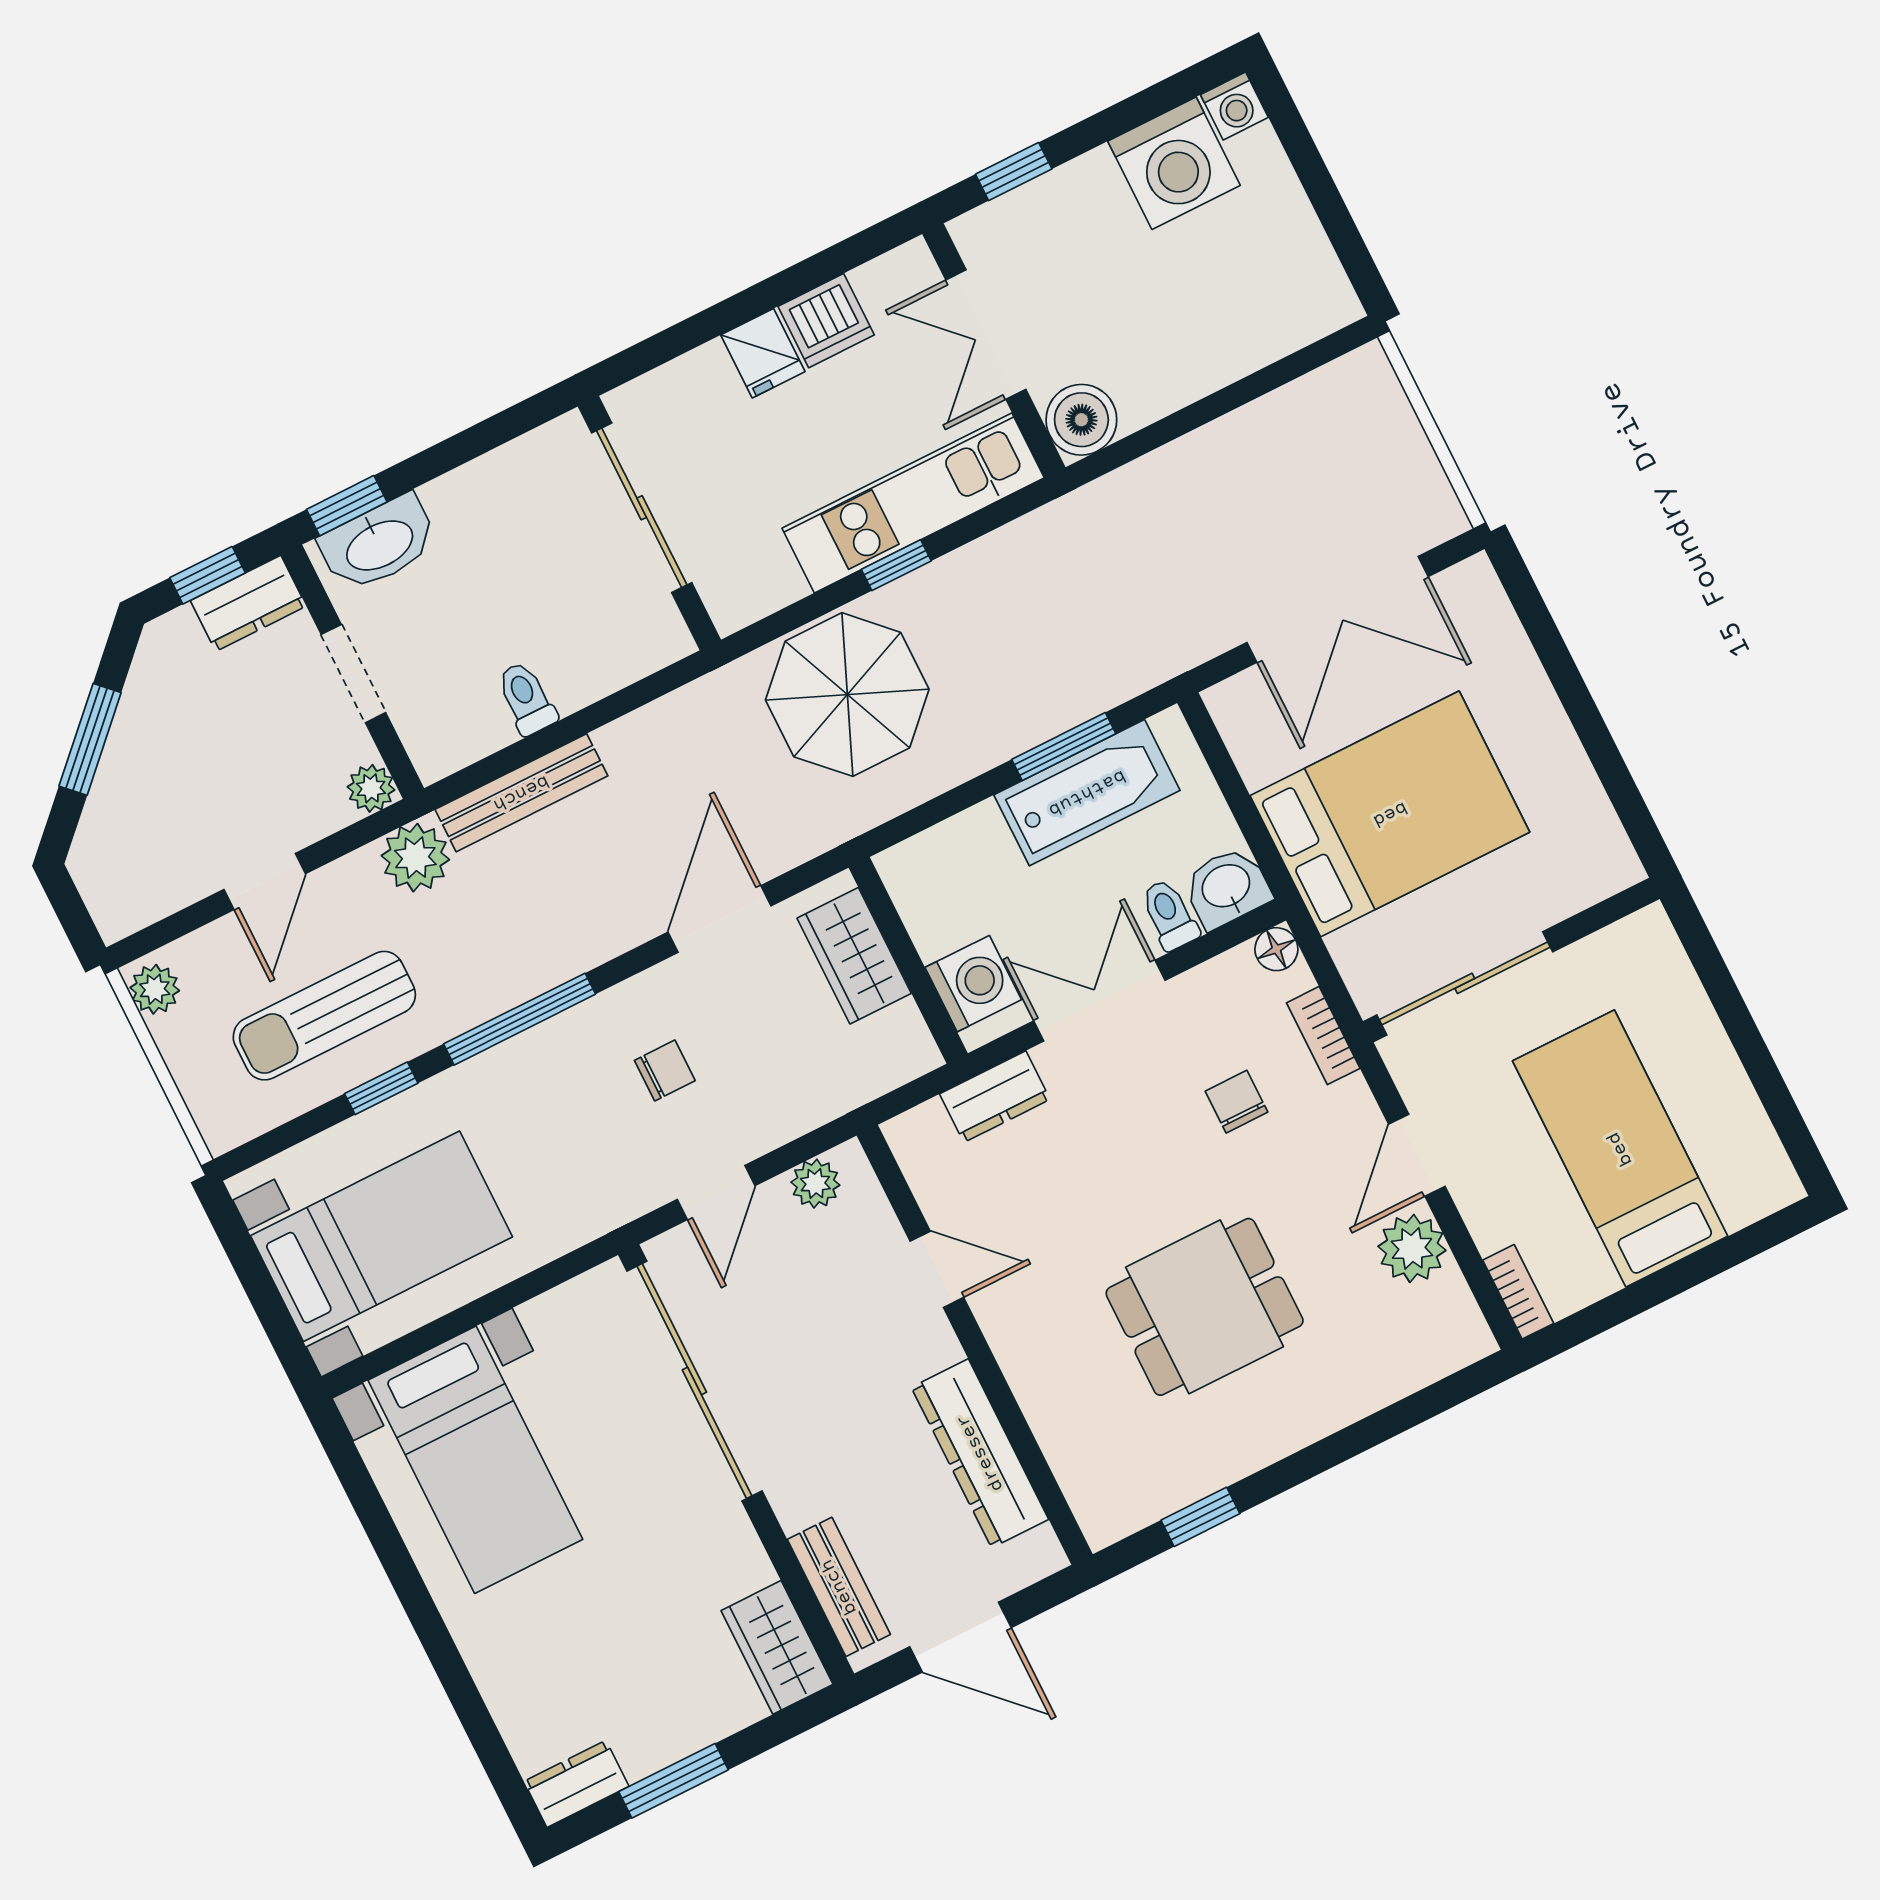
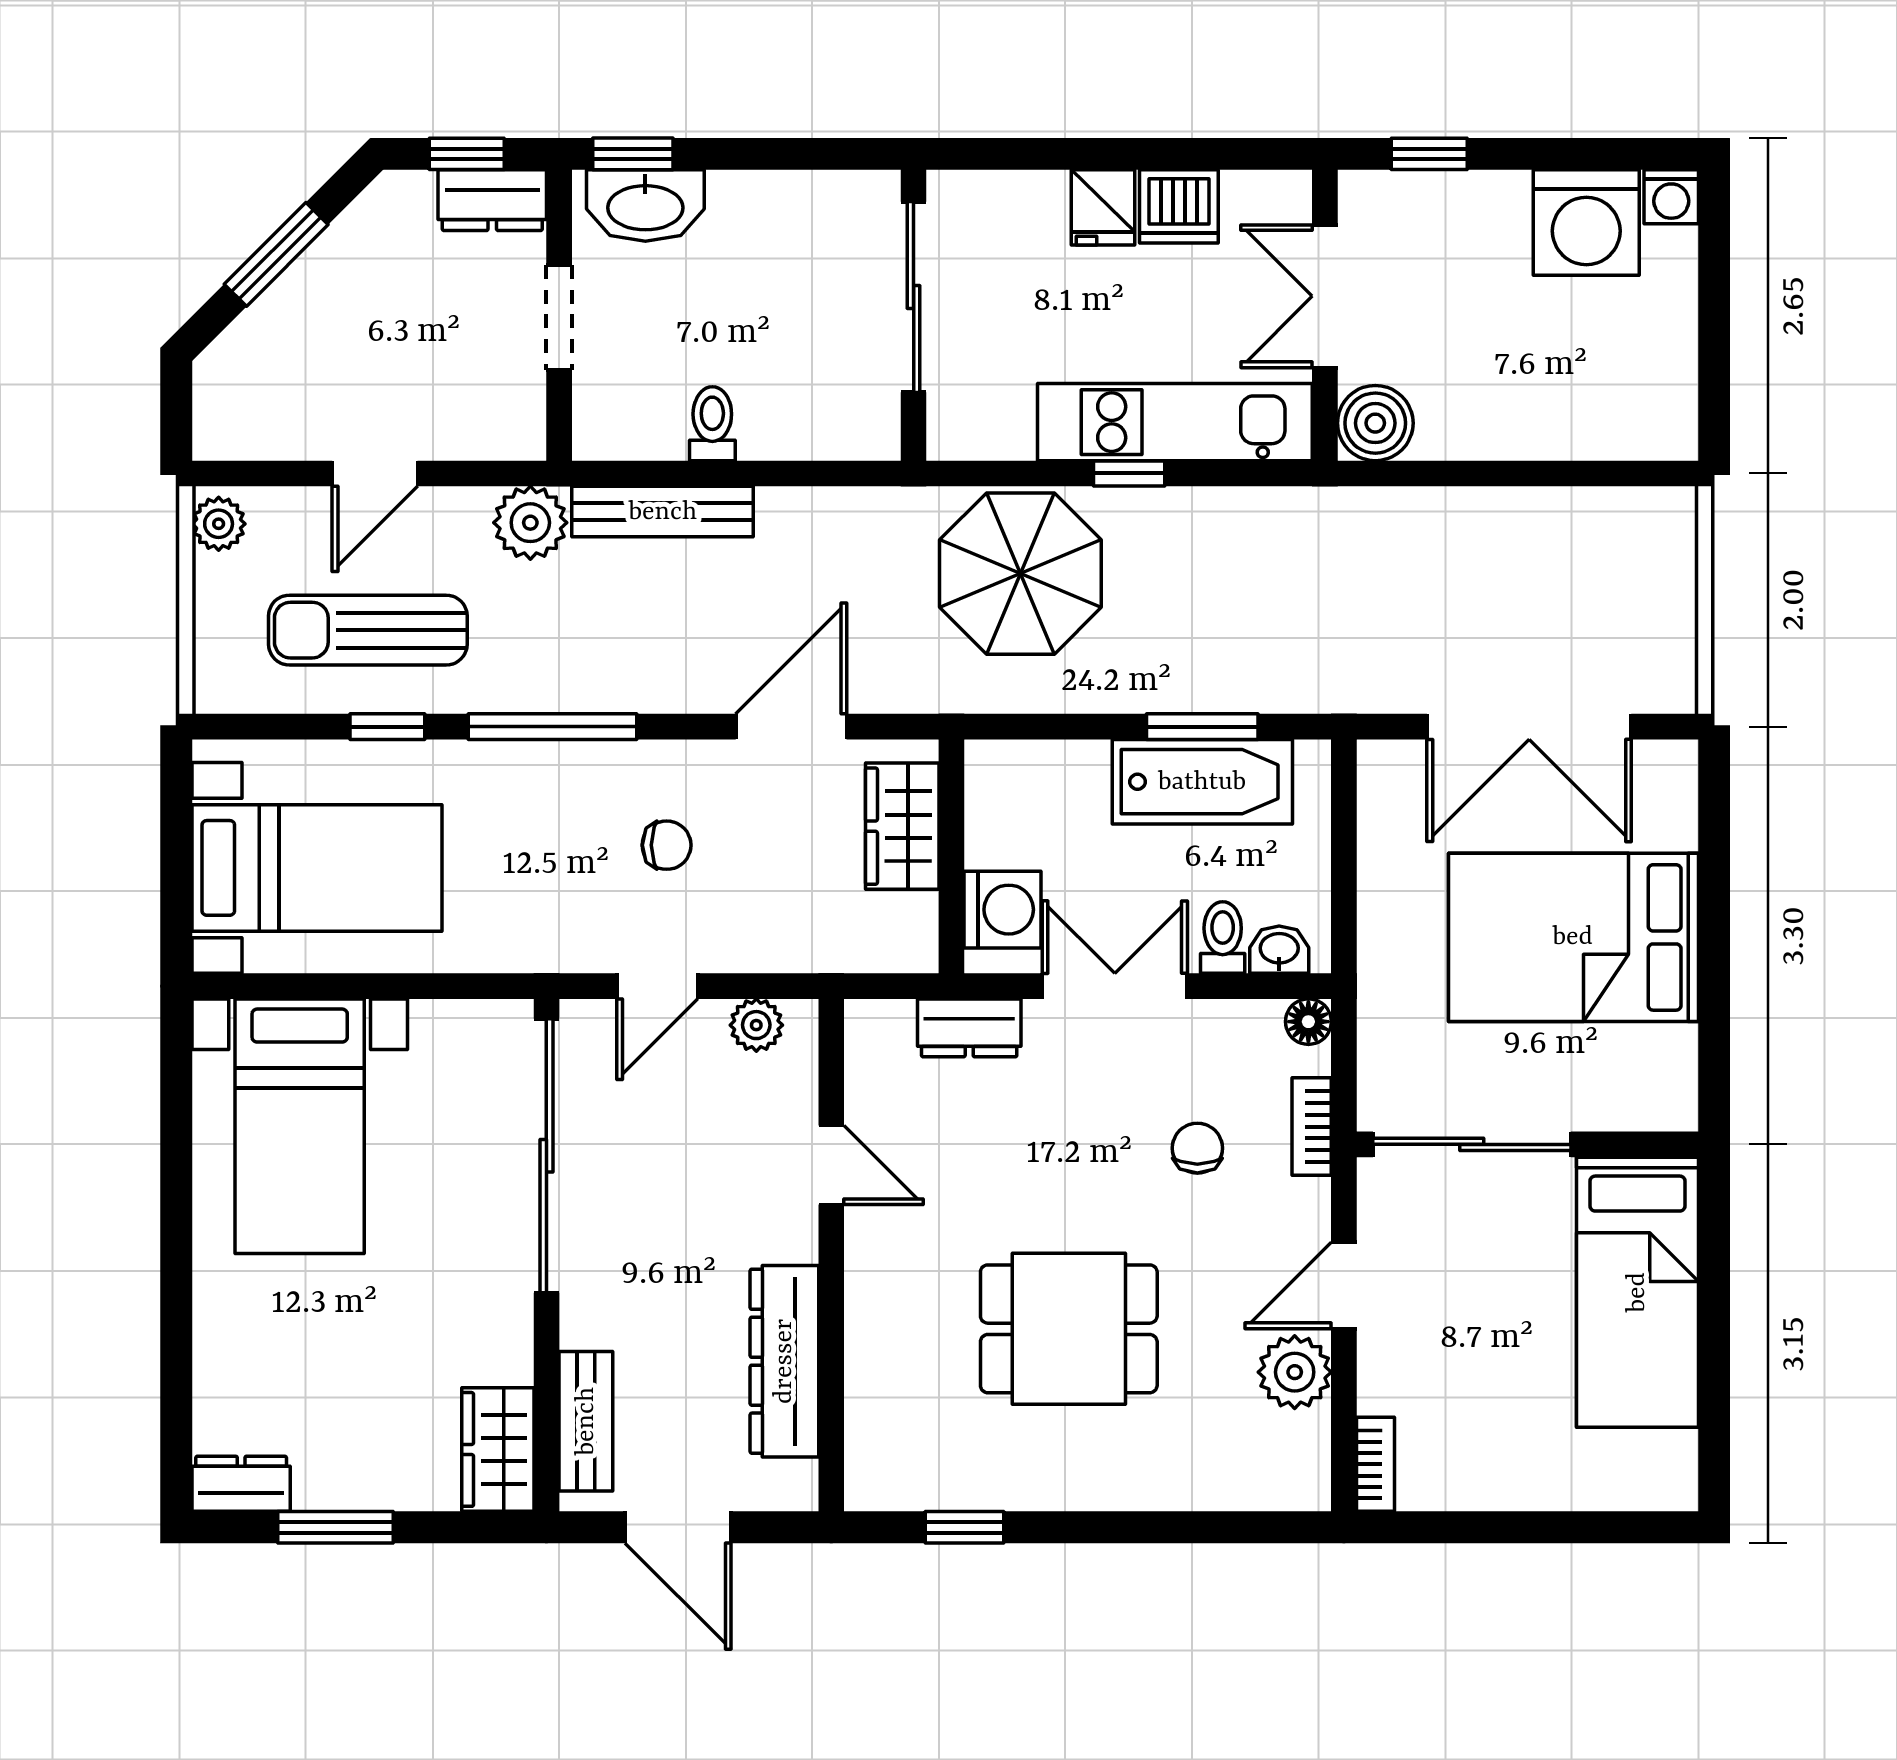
plant: (371, 788) -> (521, 435), removed
bed: (1390, 814) -> (1573, 937), moved, turned 180
washbasin: (1227, 887) -> (1279, 950), width x0.72, depth x0.69
bed: (1620, 1149) -> (1637, 1292), moved, turned 180

